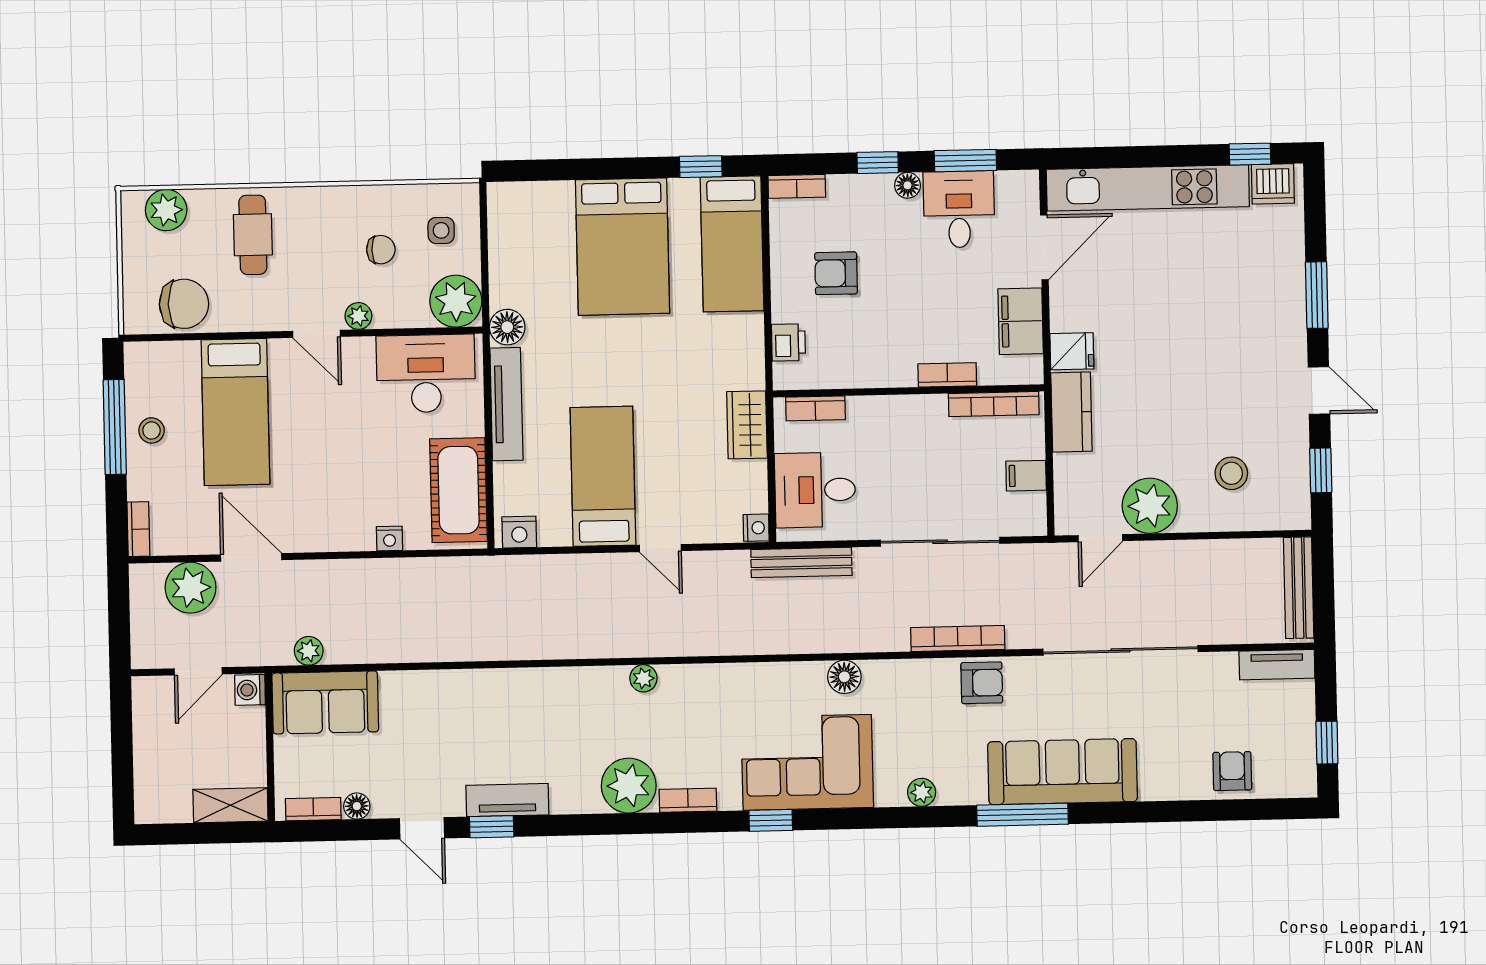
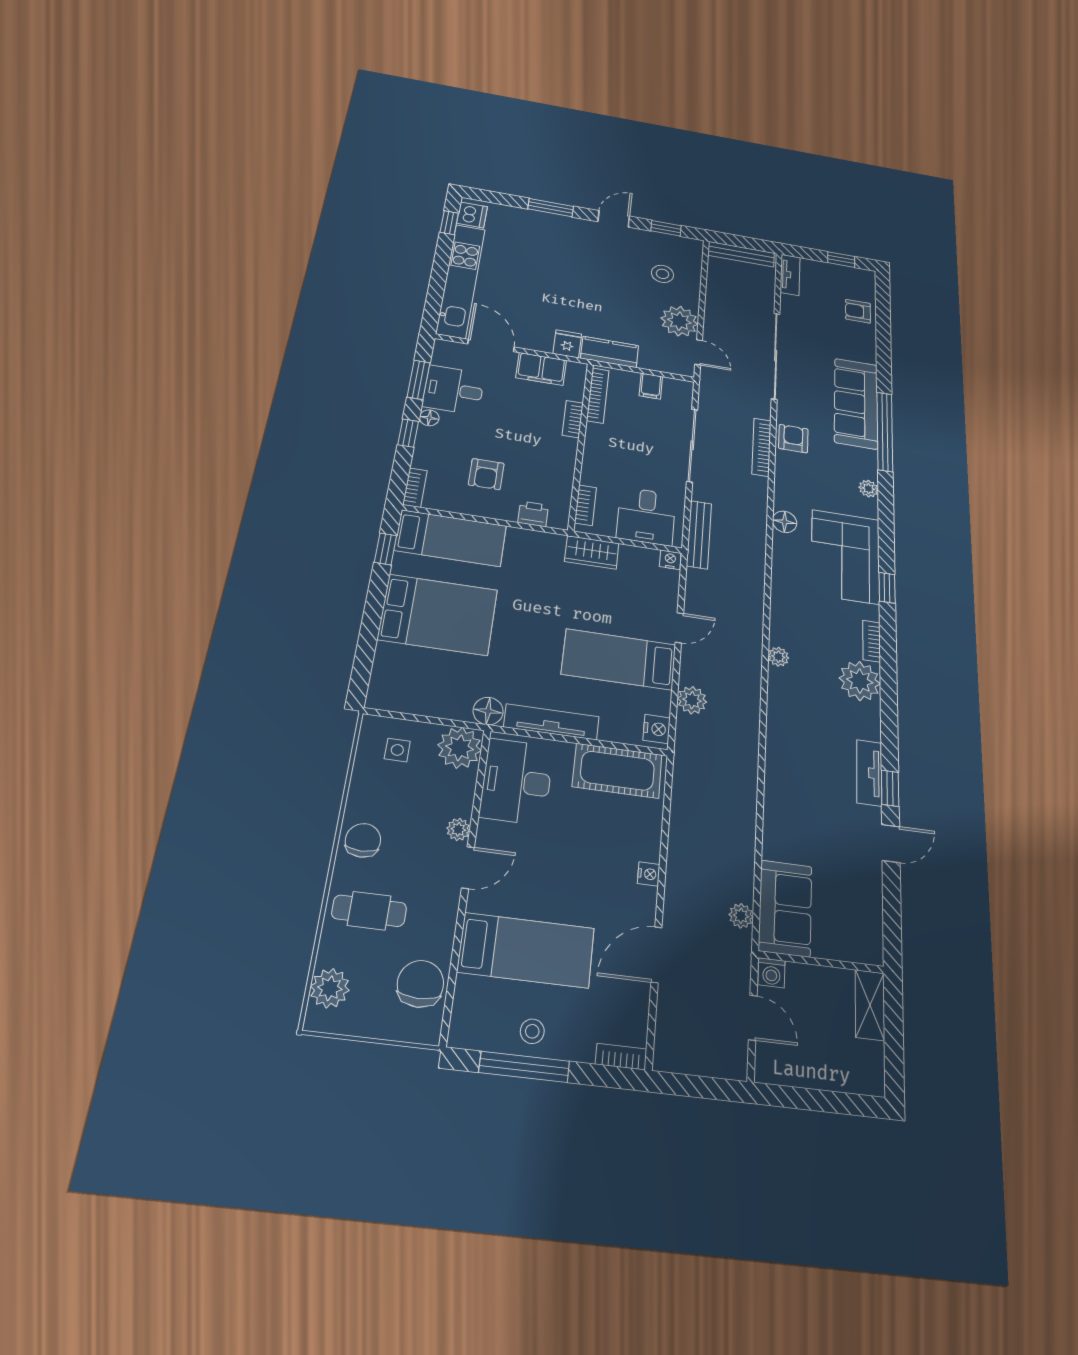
chair: (381, 250) -> (363, 840), moved, width x1.37, depth x1.37
nightstand: (389, 538) -> (649, 874), moved
plant: (191, 588) -> (692, 700), moved, width x0.73, depth x0.73
floor lamp: (357, 806) -> (872, 894), removed
bookcase: (313, 809) -> (874, 932), removed
window: (1023, 815) -> (885, 432), width x1.46

